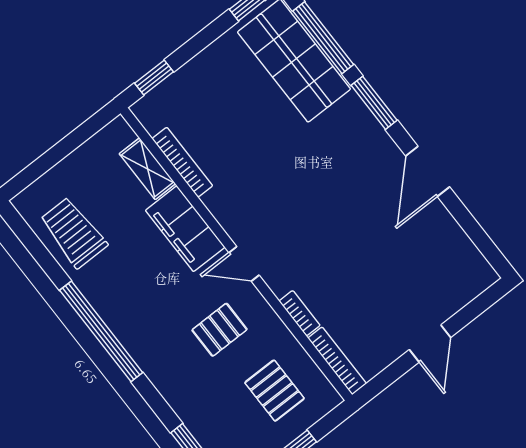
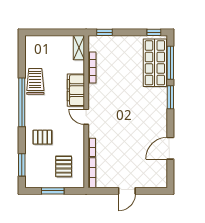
shelving: (147, 169) -> (79, 48), moved
door: (428, 171) -> (170, 148), moved
trolley: (74, 233) -> (35, 81), moved
pallet: (220, 330) -> (42, 137), moved

